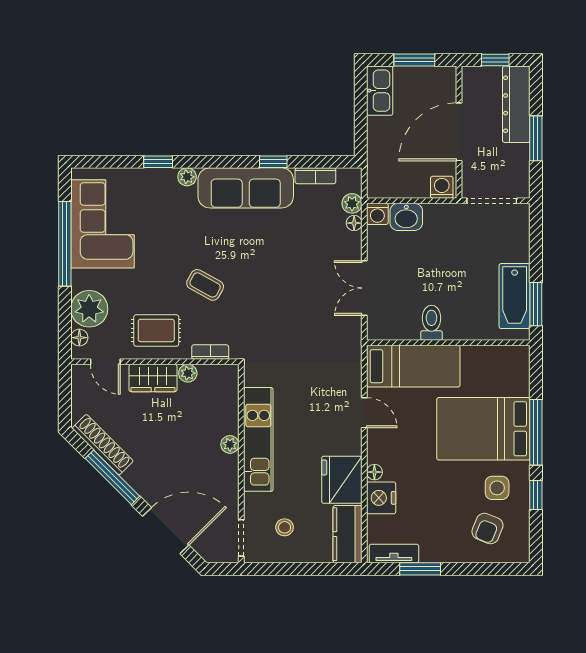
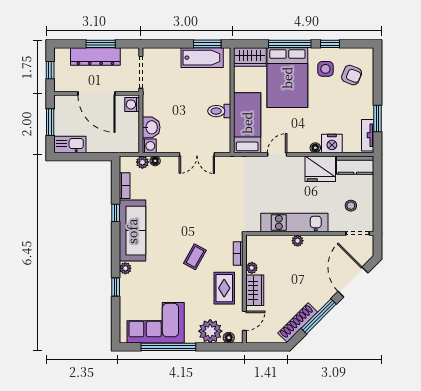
dresser: (516, 104) -> (95, 57), moved
wardrobe: (515, 370) -> (250, 57), added

